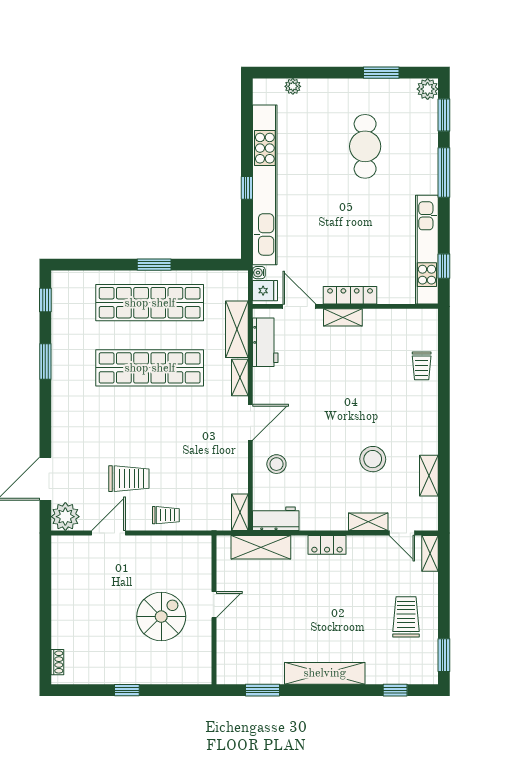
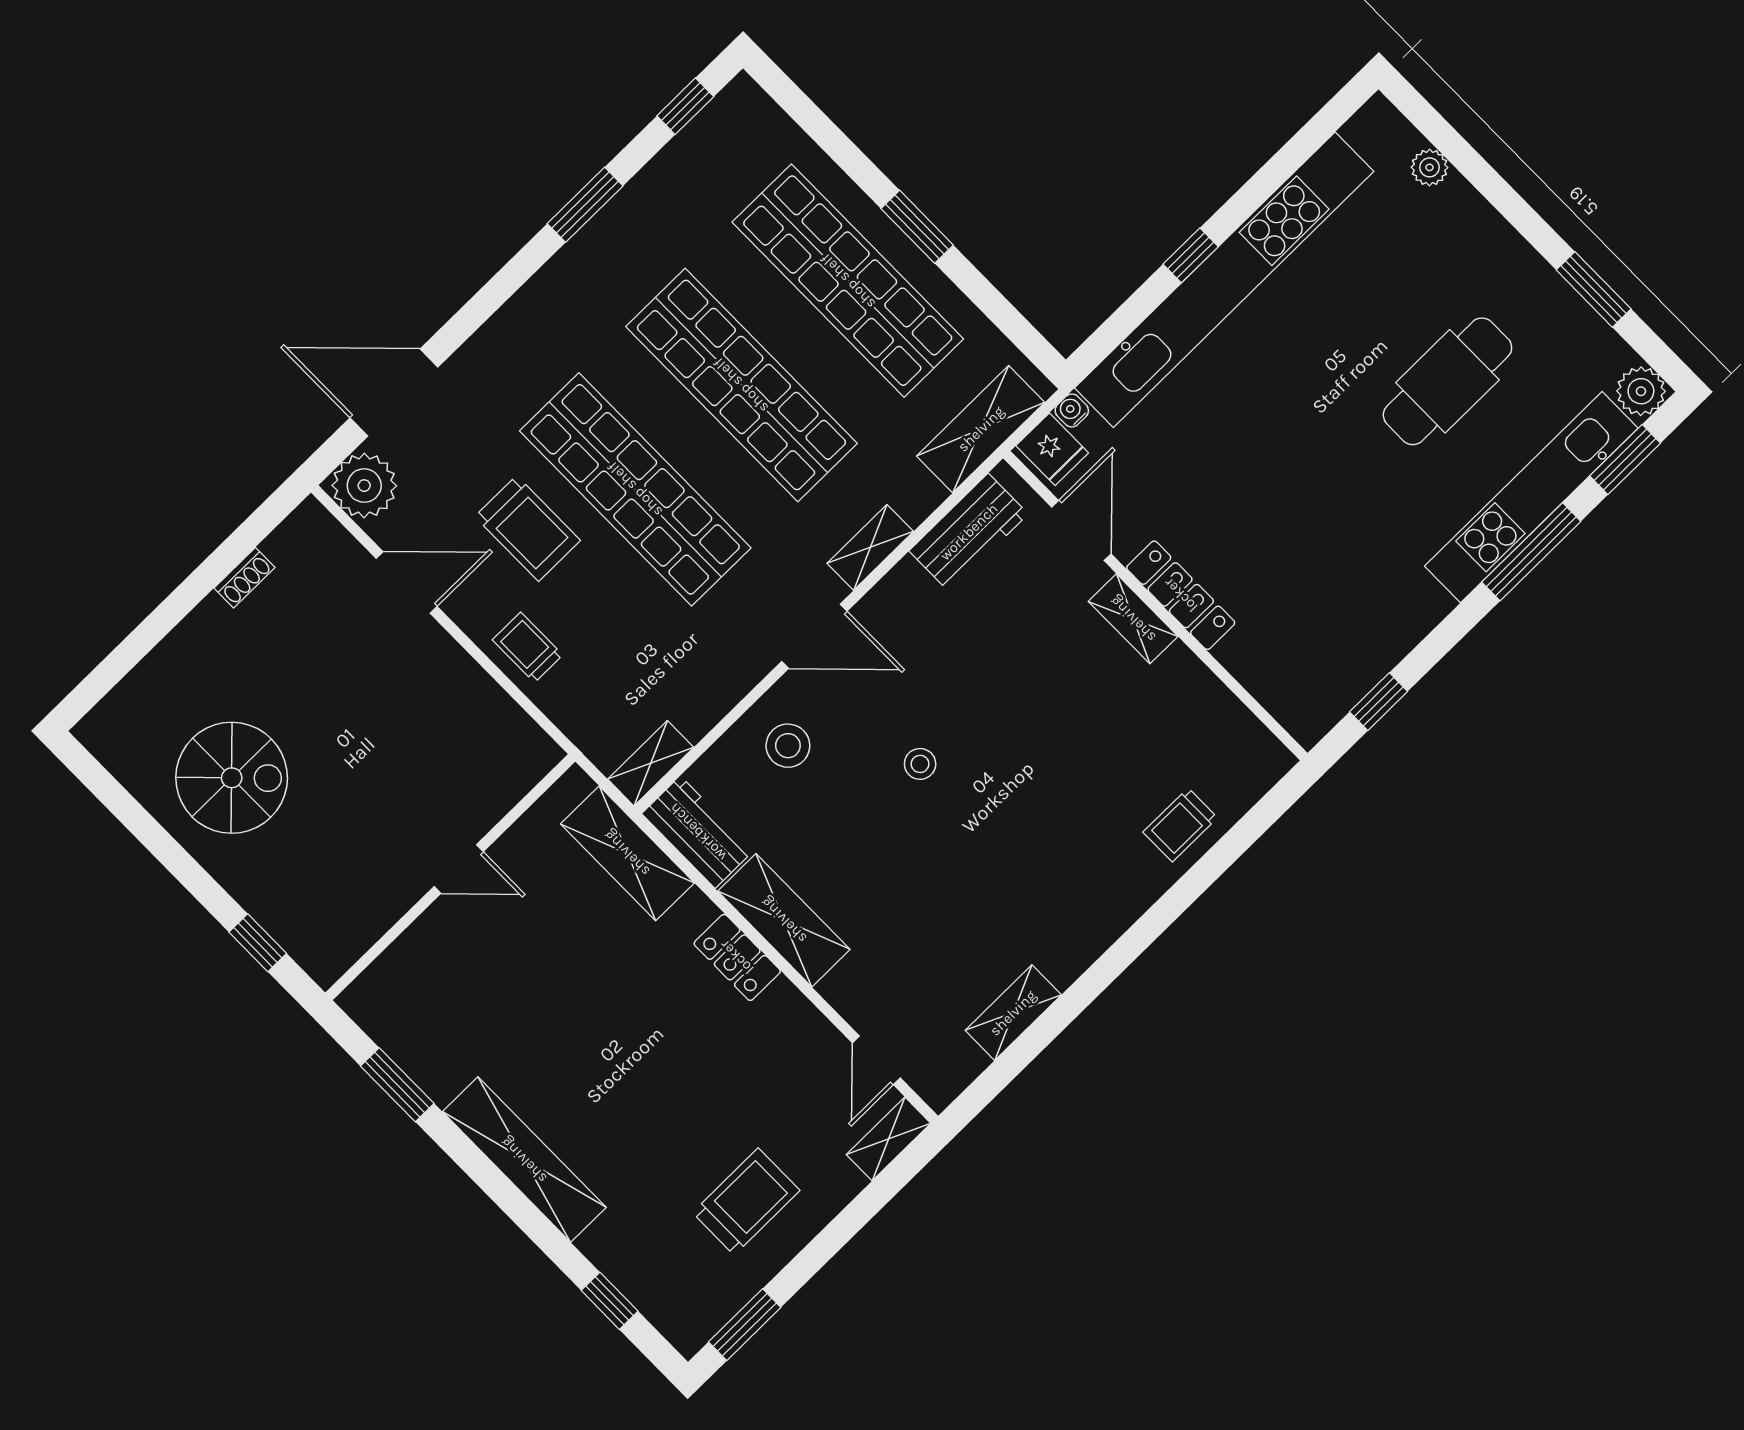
kitchen unit: (427, 250) -> (1531, 497), moved
shelving: (237, 329) -> (981, 429), moved
shop shelf: (150, 433) -> (635, 489), added
stool: (373, 459) -> (920, 764), moved, width x0.53, depth x0.53
trolley: (166, 515) -> (528, 647), turned 180
shelving: (368, 522) -> (784, 920), moved, width x1.50, depth x1.33
spiral stairs: (161, 617) -> (232, 778), moved
shoe rack: (57, 662) -> (244, 578), moved
window: (127, 690) -> (258, 943), moved

